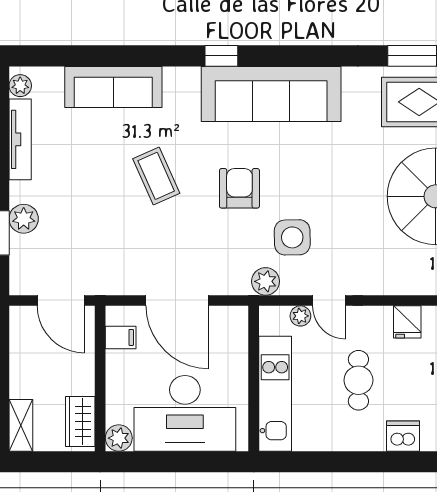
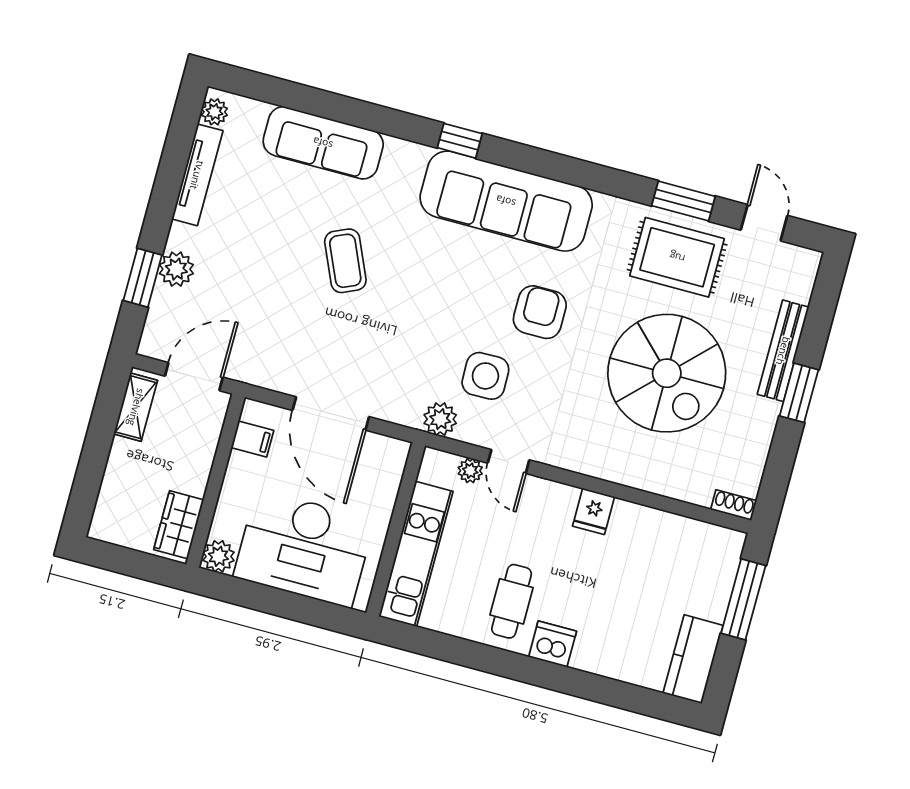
armchair: (239, 188) -> (540, 312), moved
door: (61, 300) -> (194, 377), swing flipped
cafe table: (358, 380) -> (512, 601), moved
shelving: (21, 425) -> (136, 407), moved

